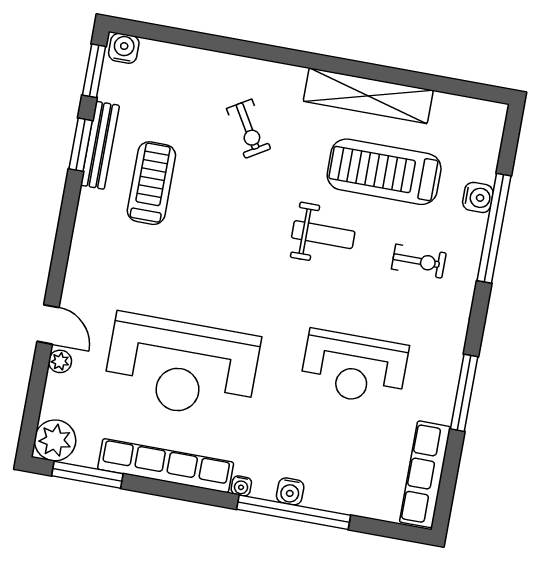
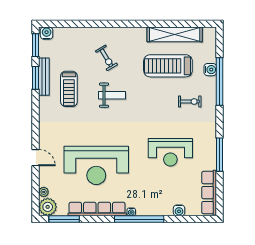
shelving: (368, 96) -> (175, 34), moved
treadmill: (151, 183) -> (69, 89), turned 180
weight bench: (323, 235) -> (112, 95), moved
plant: (60, 361) -> (44, 192), moved
water cooler: (290, 491) -> (179, 210), moved
window: (294, 512) -> (139, 219), moved

